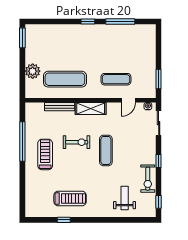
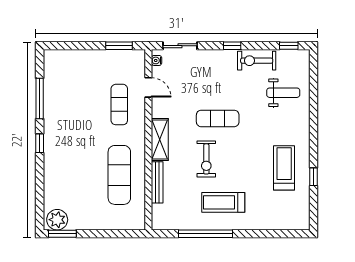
plant: (33, 71) -> (57, 220), moved
exercise bike: (77, 142) -> (206, 159), turned 180
exercise bike: (148, 179) -> (257, 61), turned 180
weight bench: (125, 198) -> (283, 93), turned 180

